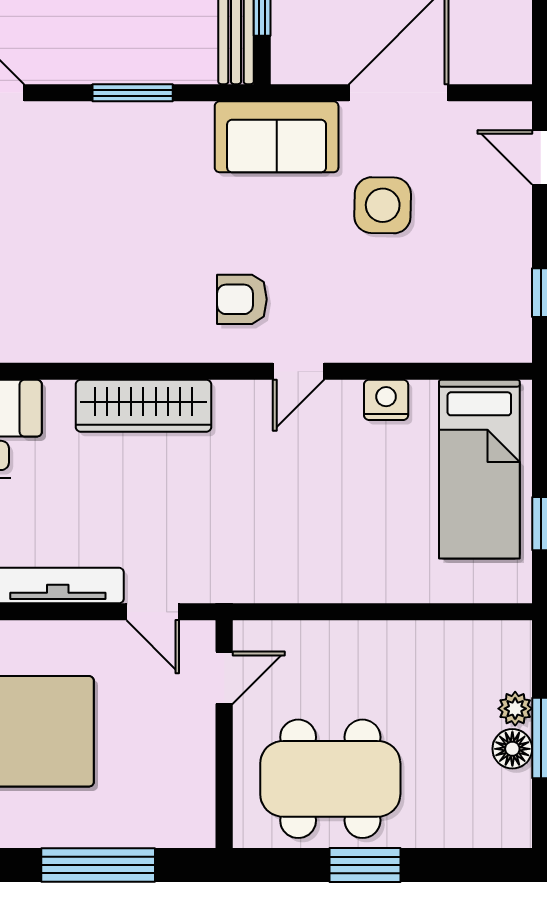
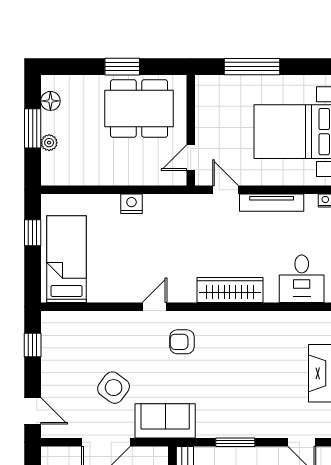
side table: (383, 205) -> (114, 388), turned 35
armchair: (242, 299) -> (182, 342), turned 180
nightstand: (386, 400) -> (132, 204), moved, turned 180
floor lamp: (512, 749) -> (50, 101), moved

